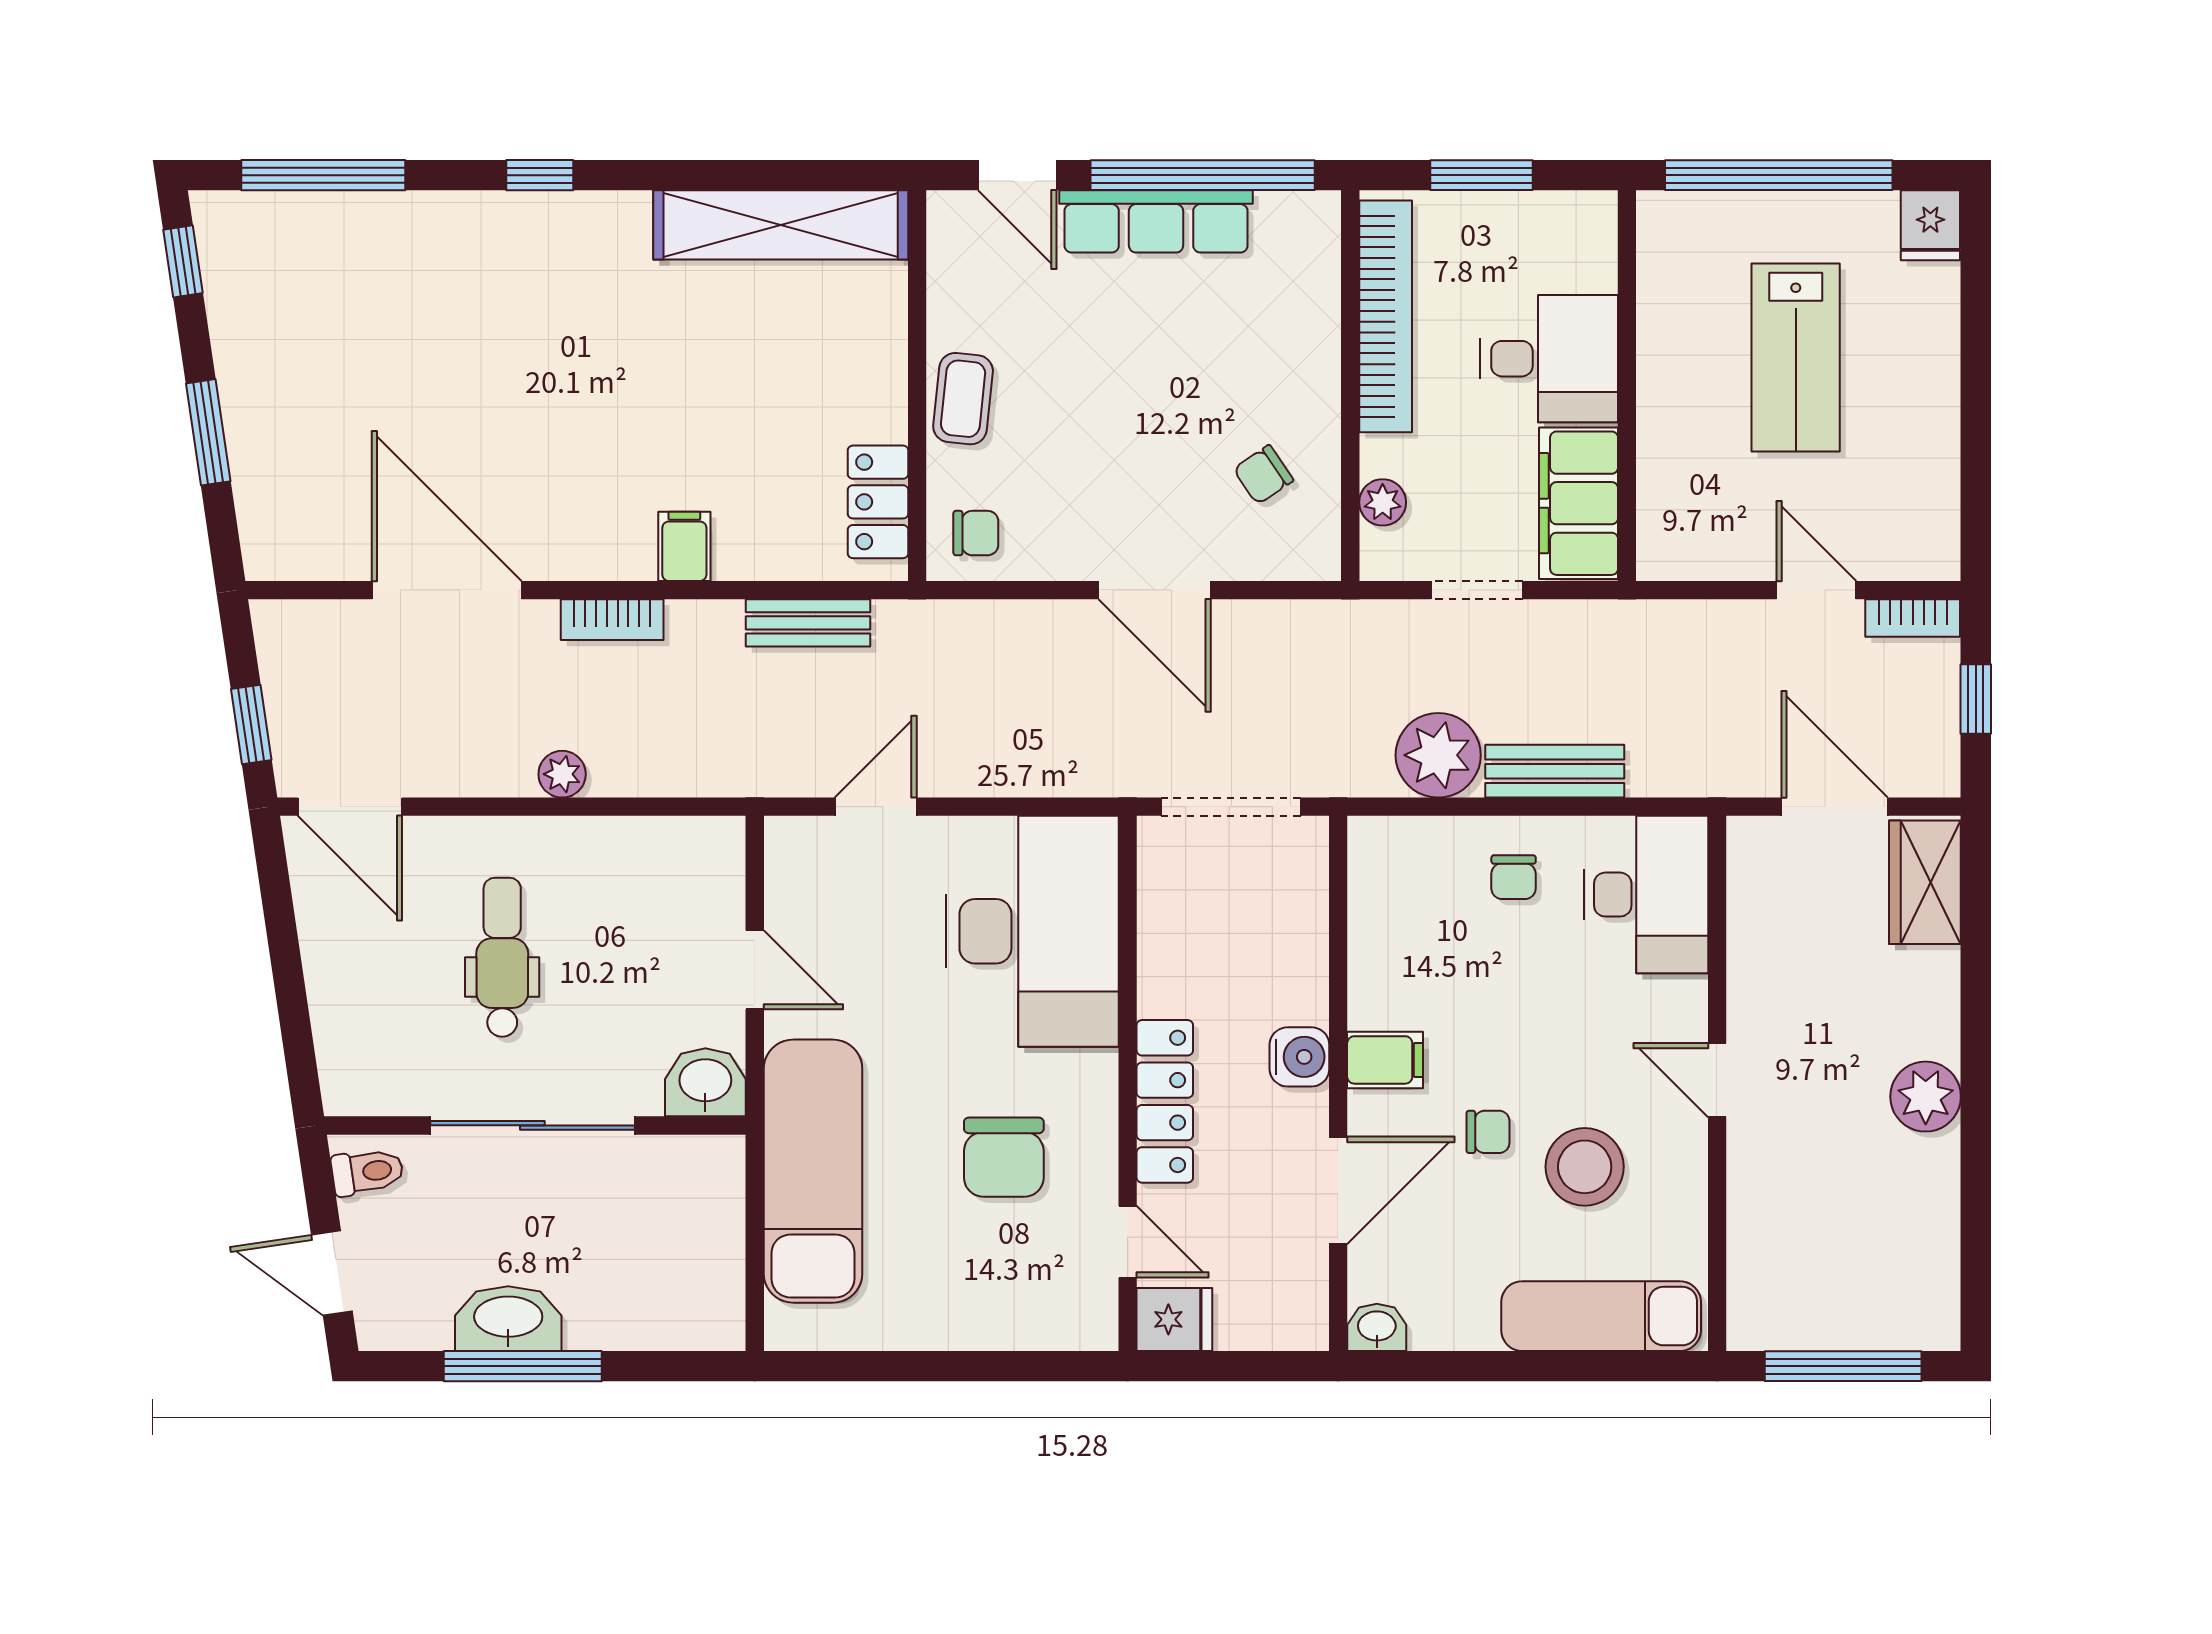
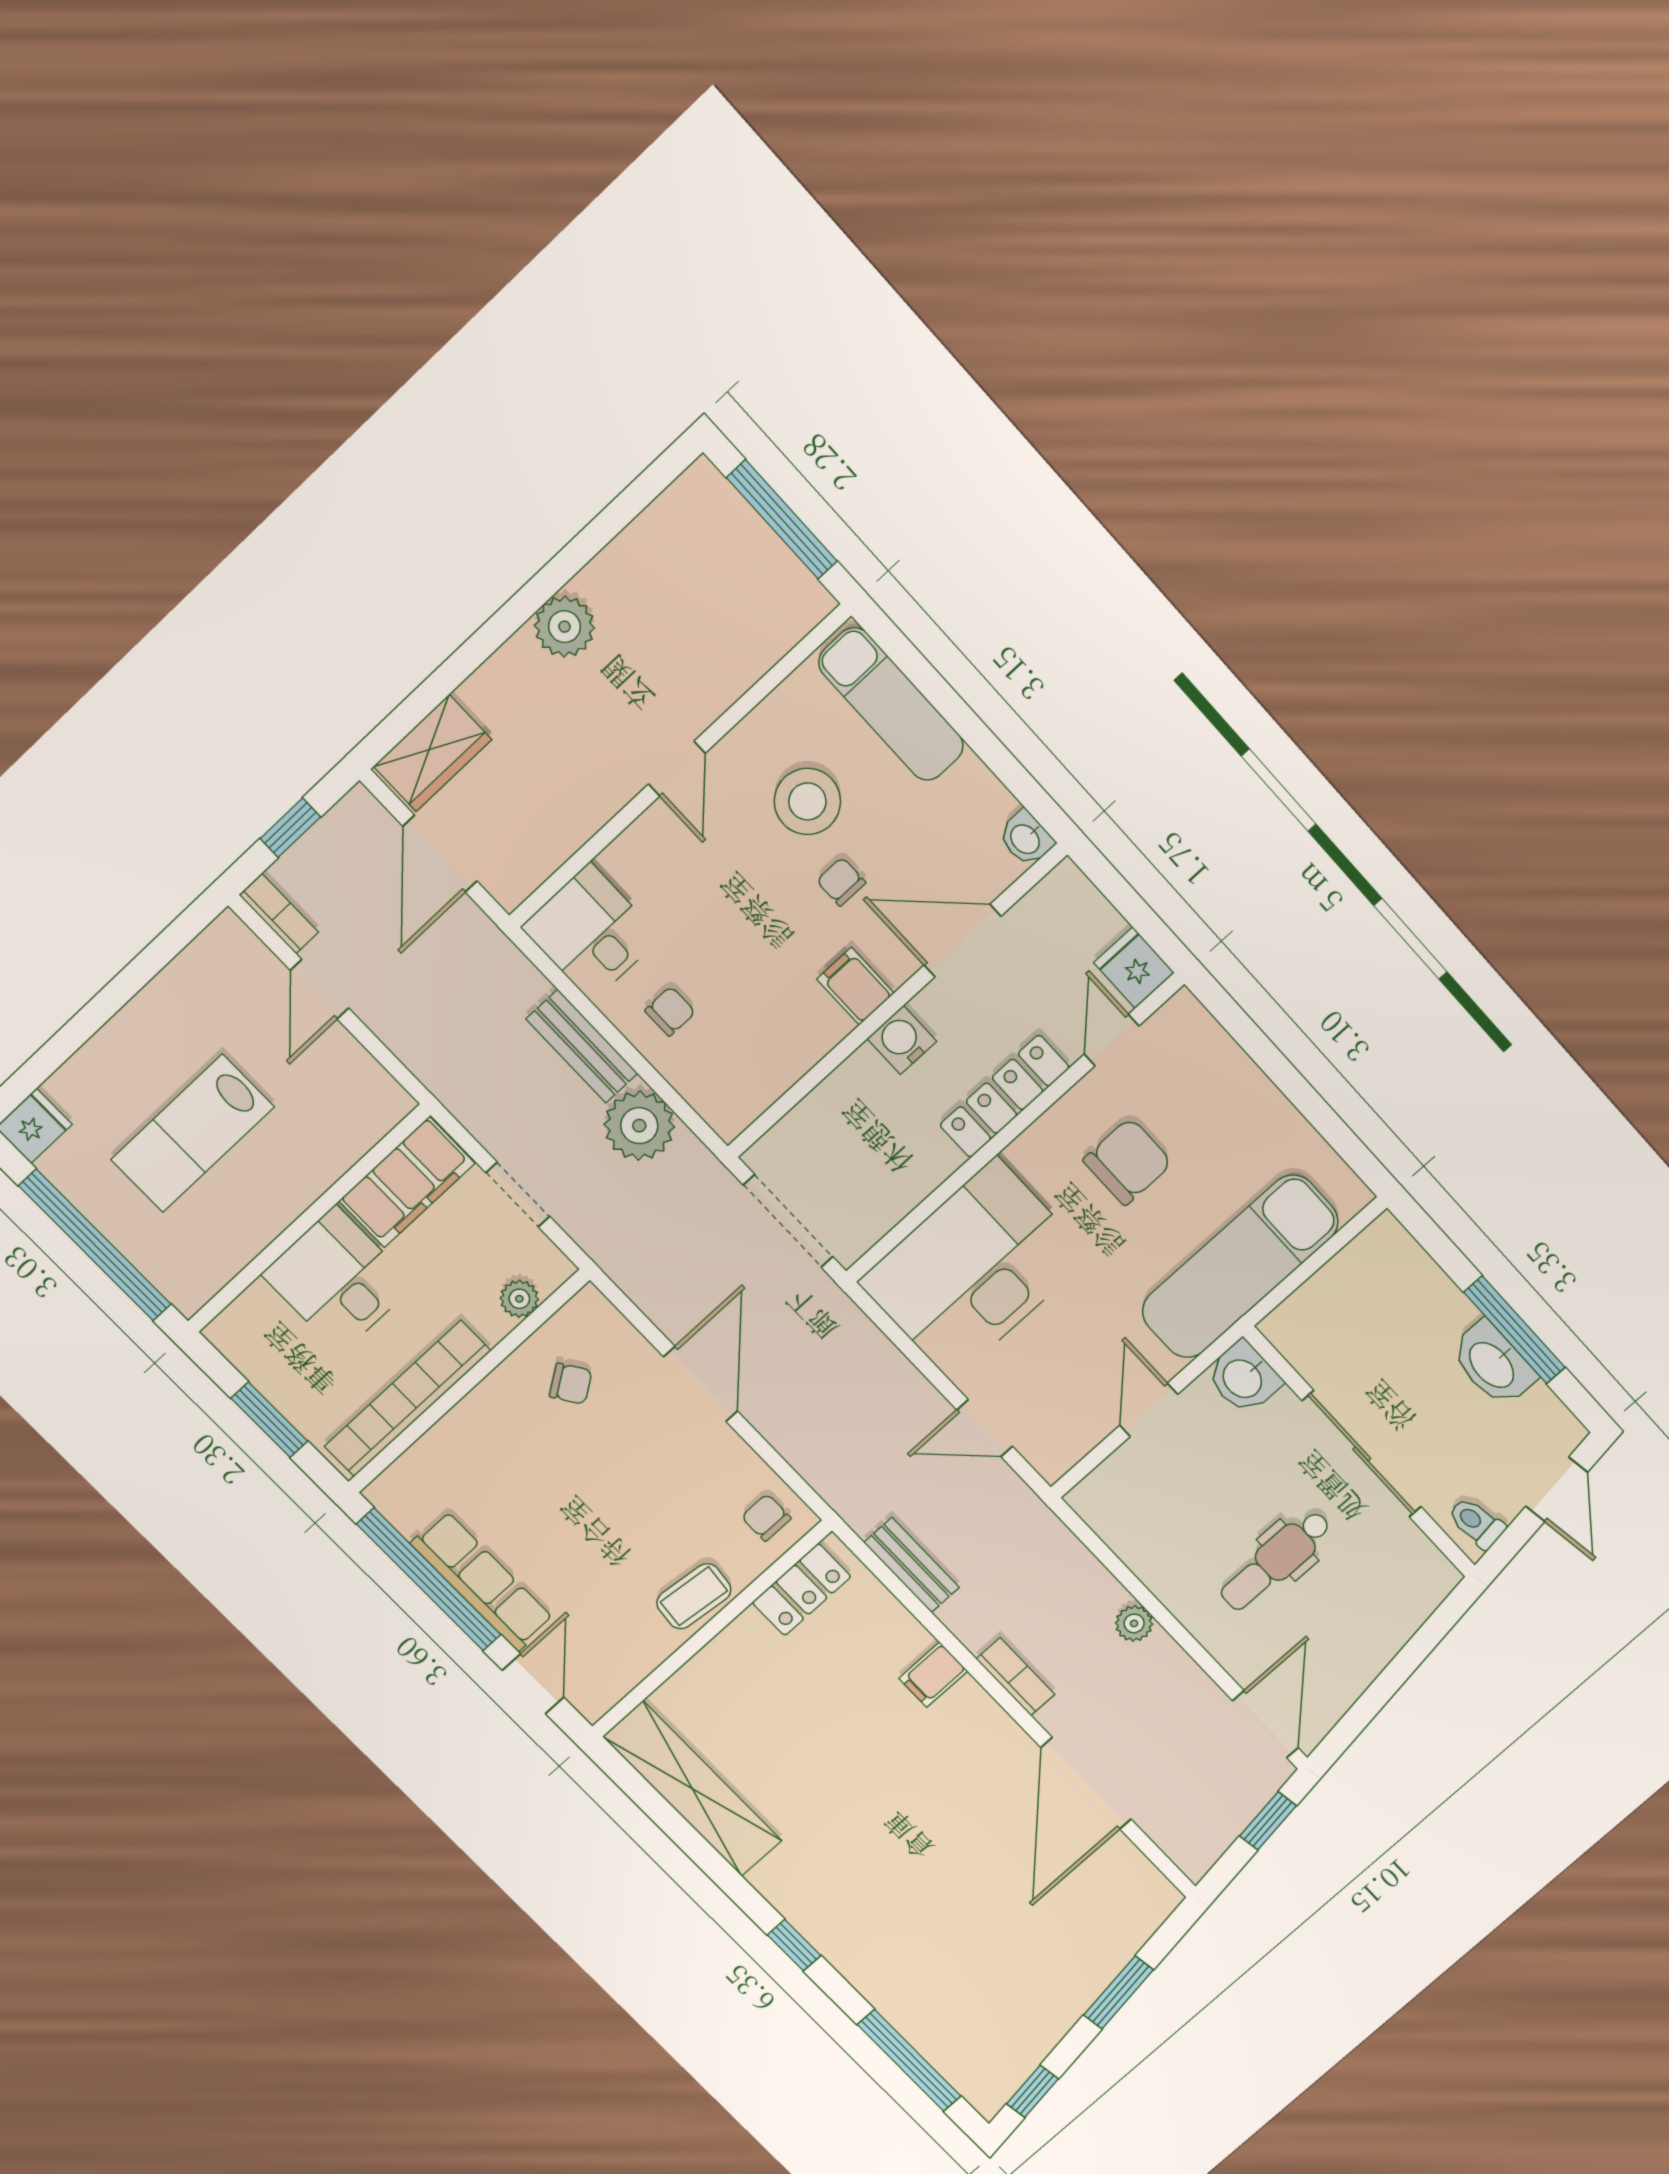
lab bench: (1796, 357) -> (193, 1133), turned 180
desk: (1646, 895) -> (591, 932), width x0.73

